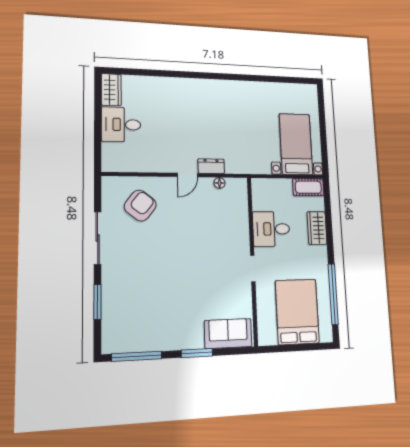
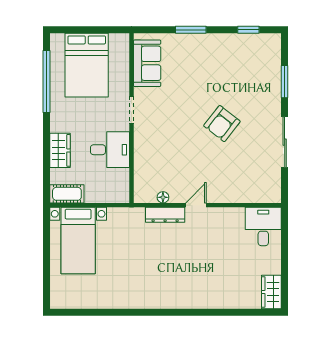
desk: (121, 124) -> (263, 226), moved, turned -90
dresser: (211, 166) -> (165, 215), width x1.44
armchair: (140, 206) -> (222, 124), moved
sofa: (228, 334) -> (147, 63), moved, turned -90
window: (137, 356) -> (248, 30), width x0.46

